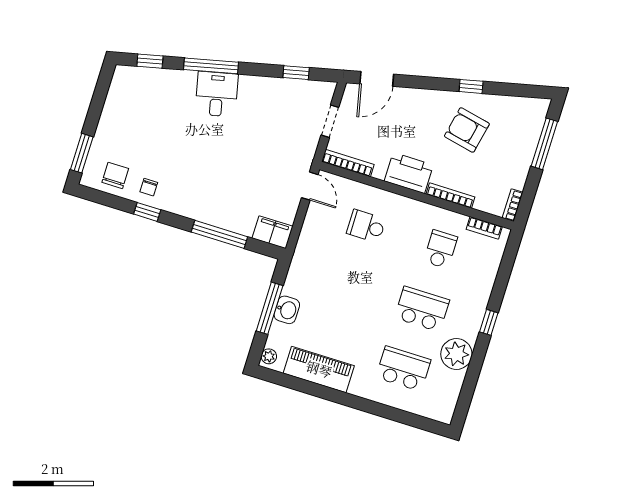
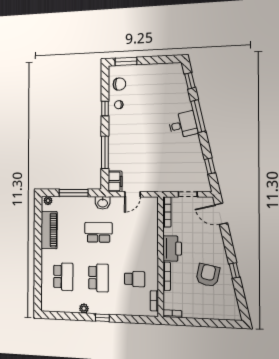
window: (544, 144) -> (214, 323), removed
door: (310, 186) -> (132, 194), moved
school desk: (366, 226) -> (99, 232), moved, width x1.85
washbasin: (287, 310) -> (103, 203), moved
plant: (456, 354) -> (84, 308), width x0.53, depth x0.53

